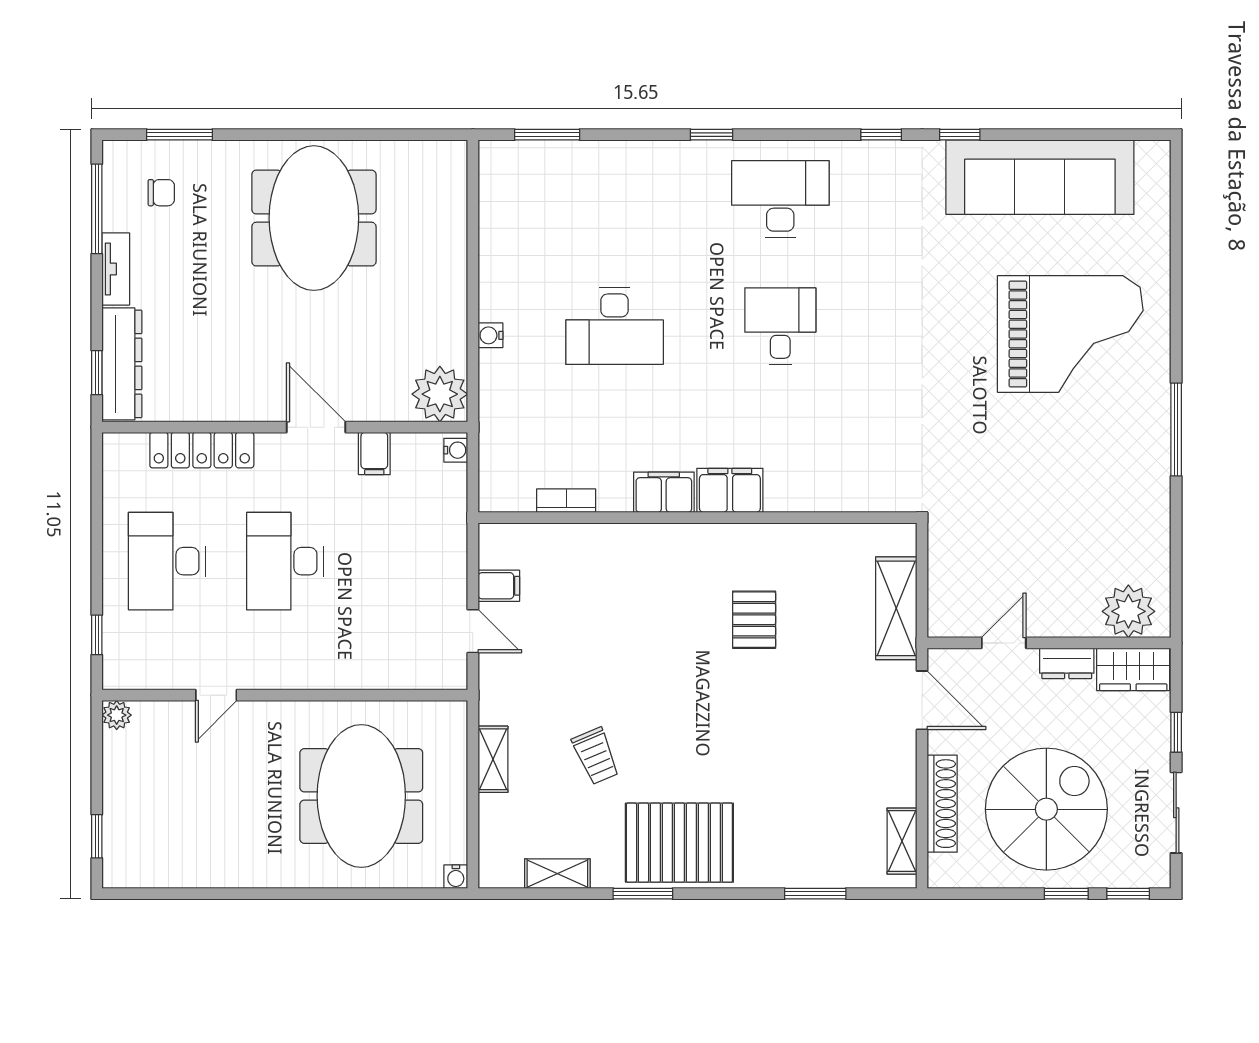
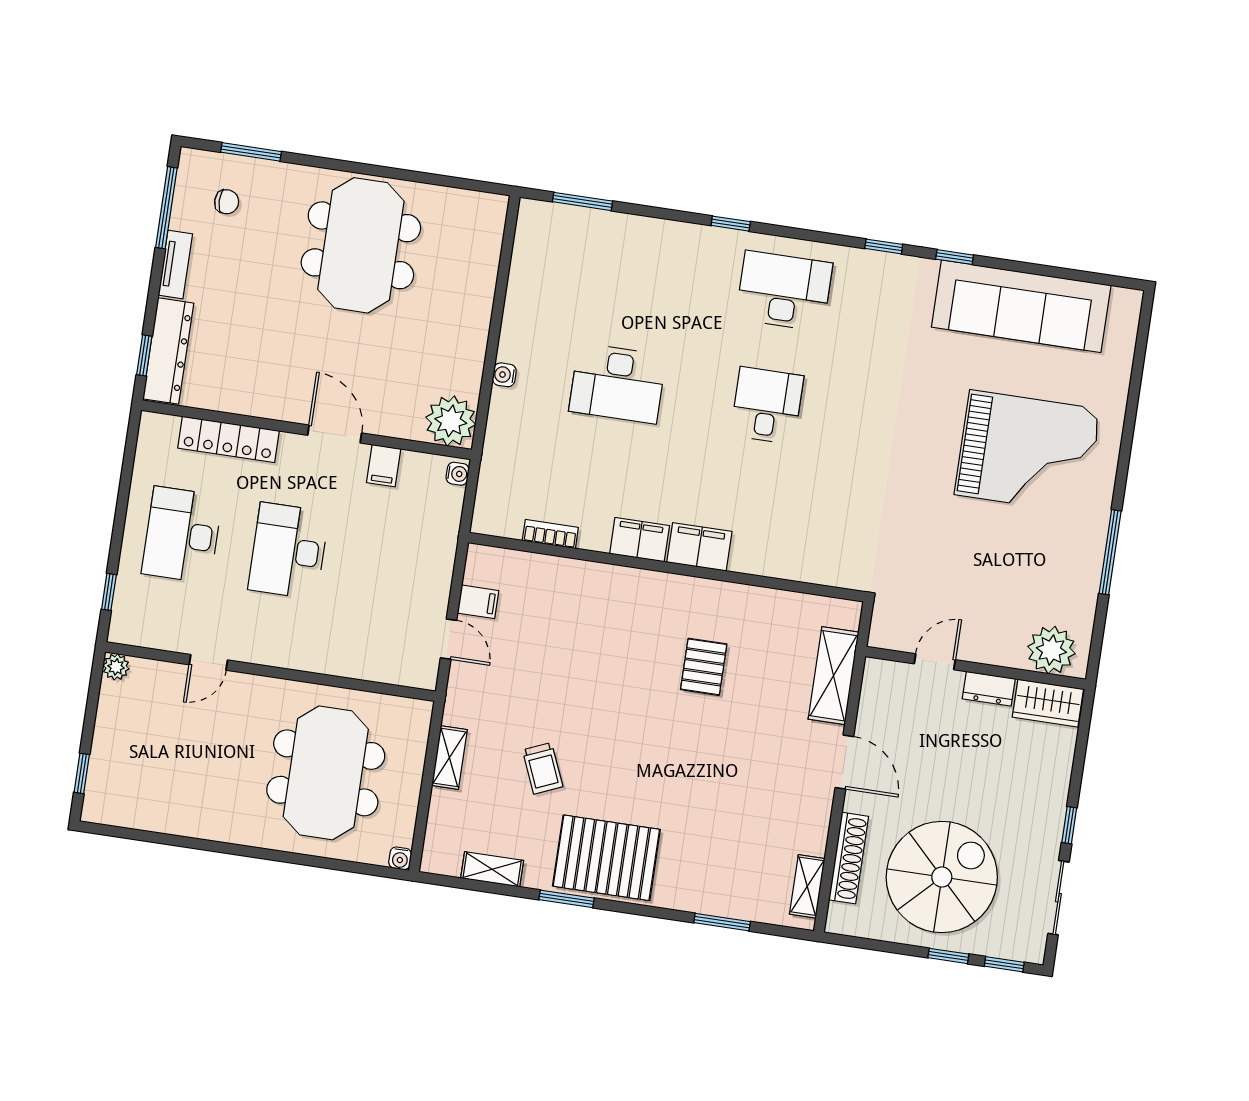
plant: (1128, 611) -> (1051, 650), moved
door: (1004, 643) -> (935, 662), moved
wall: (1049, 643) -> (976, 668), moved
dresser: (1067, 663) -> (989, 689), moved
wardrobe: (1133, 669) -> (1048, 703), moved

